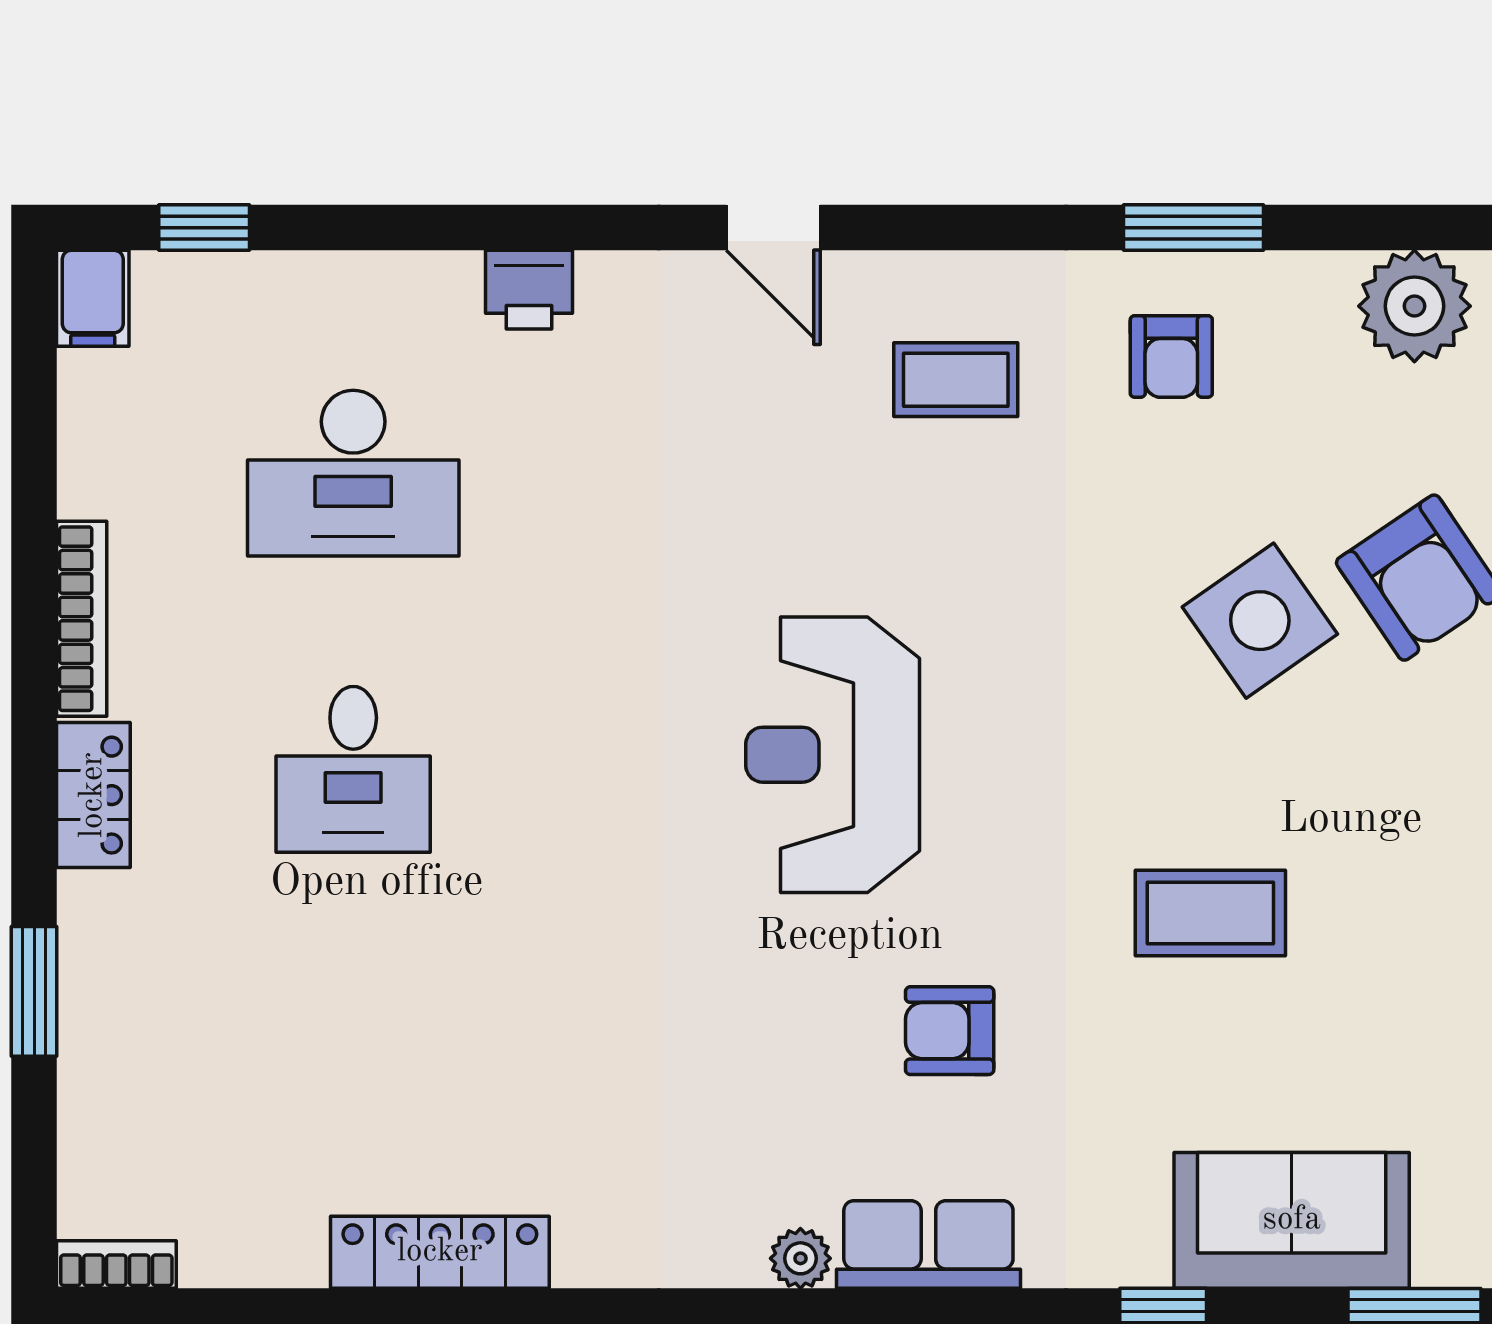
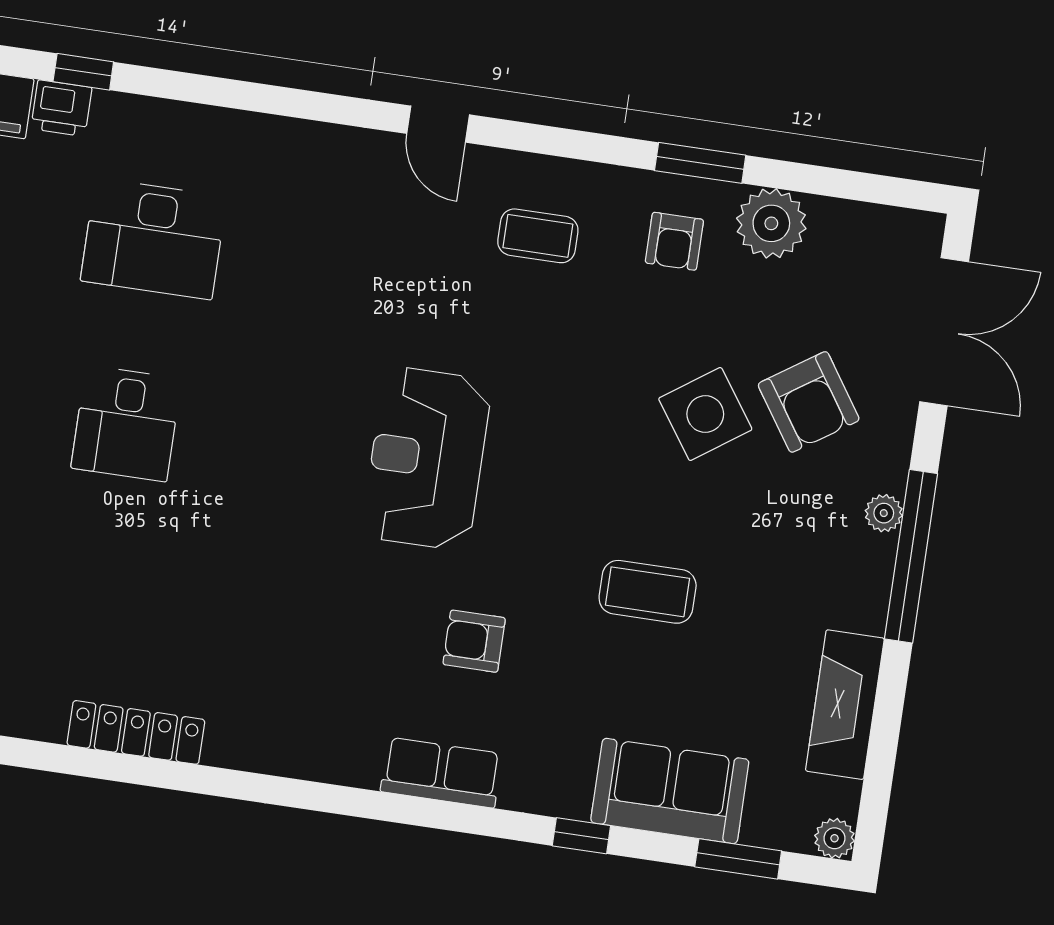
printer: (529, 290) -> (61, 108), moved
plant: (1414, 306) -> (771, 223), moved
plant: (800, 1258) -> (360, 769), removed

